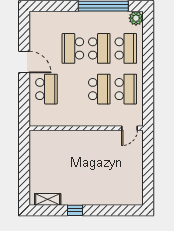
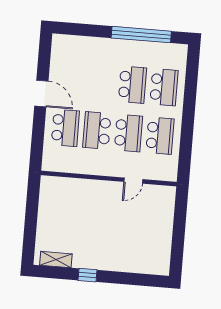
plant: (136, 18) -> (179, 52), removed
school desk: (73, 48) -> (97, 130), moved
door: (130, 128) -> (133, 181), moved

